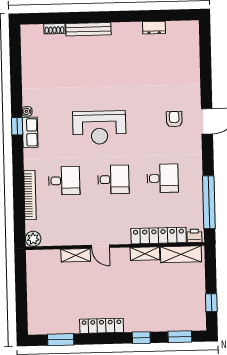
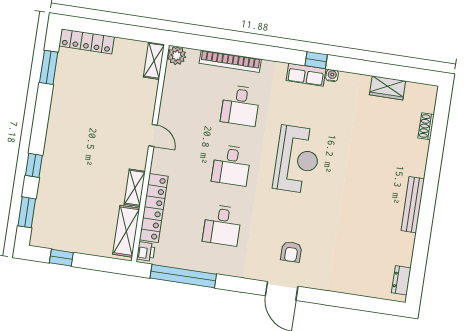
dresser: (154, 28) -> (401, 280), moved
bench: (88, 29) -> (413, 205), moved
wardrobe: (29, 65) -> (388, 88), added
armchair: (174, 119) -> (291, 252), turned 90
reception desk: (99, 128) -> (297, 159), turned 180
door: (100, 246) -> (153, 135), swing flipped
shelving: (76, 255) -> (154, 61), moved
locker: (102, 326) -> (87, 41), moved, turned 90

